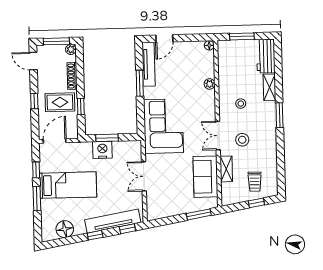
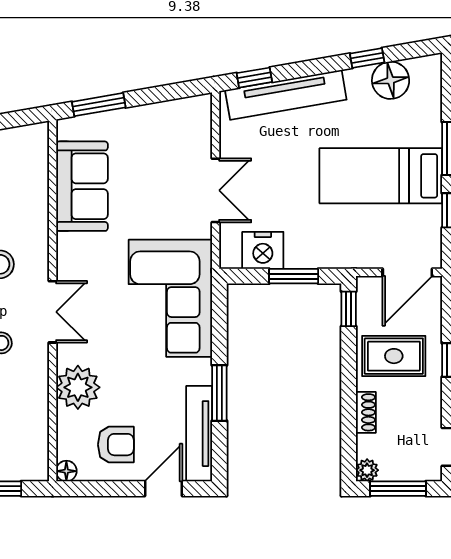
armchair: (187, 58) -> (116, 445), added
shoe rack: (72, 76) -> (366, 412), width x0.70
plant: (210, 84) -> (78, 387), width x1.87, depth x1.87
window: (81, 107) -> (349, 309), moved
double door: (218, 136) -> (53, 312), moved
nightstand: (102, 150) -> (263, 250), moved
shelving: (226, 169) -> (36, 202), removed
window: (95, 235) -> (367, 58), moved

